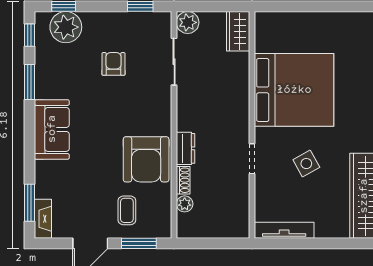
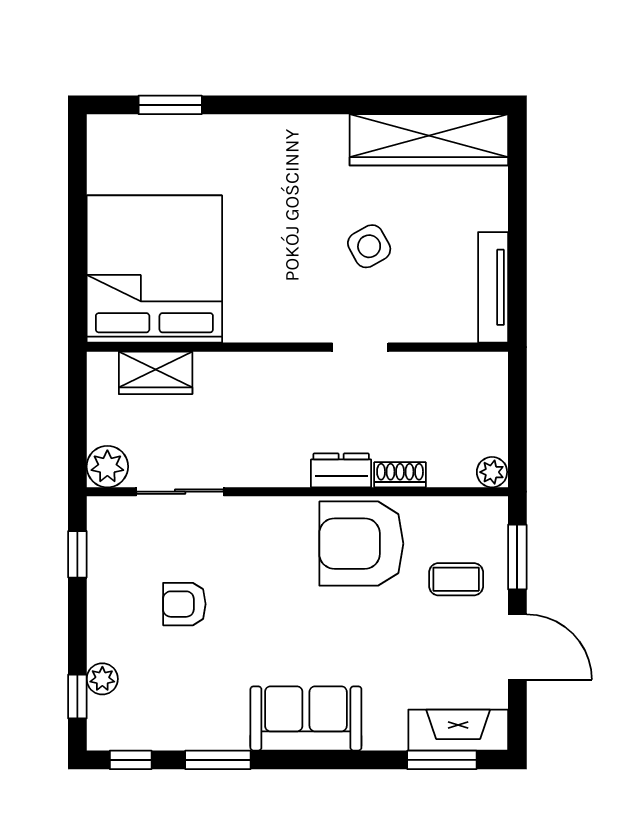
plant: (66, 27) -> (102, 679), width x0.53, depth x0.53
wardrobe: (238, 31) -> (156, 373), moved
bed: (294, 90) -> (154, 269), moved
armchair: (146, 159) -> (361, 544), turned 180
plant: (185, 204) -> (492, 472), moved
fireplace: (43, 219) -> (458, 730), width x1.37, depth x1.32

